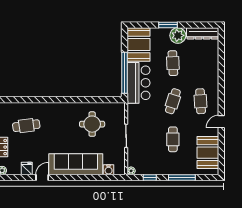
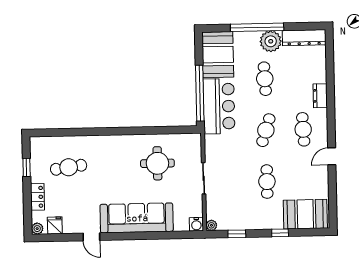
window: (168, 25) -> (257, 27), width x2.11
dresser: (214, 77) -> (320, 96), added
booth: (208, 153) -> (305, 214), moved, turned 90
fridge: (27, 169) -> (55, 225), moved
water cooler: (109, 170) -> (196, 224), moved
door: (42, 177) -> (91, 237), swing flipped
window: (182, 177) -> (280, 233), width x0.46

